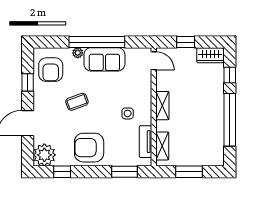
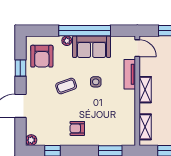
side table: (128, 113) -> (96, 82), moved
tv unit: (146, 142) -> (130, 74), moved
armchair: (89, 148) -> (77, 128), width x0.53, depth x0.53
plant: (44, 155) -> (31, 140), width x0.53, depth x0.53

